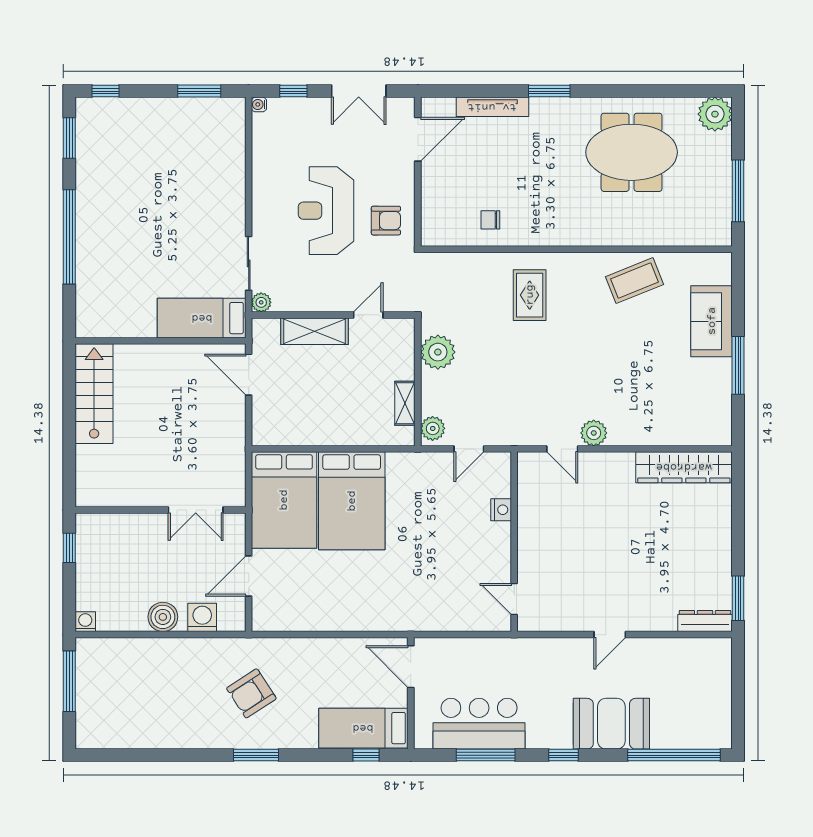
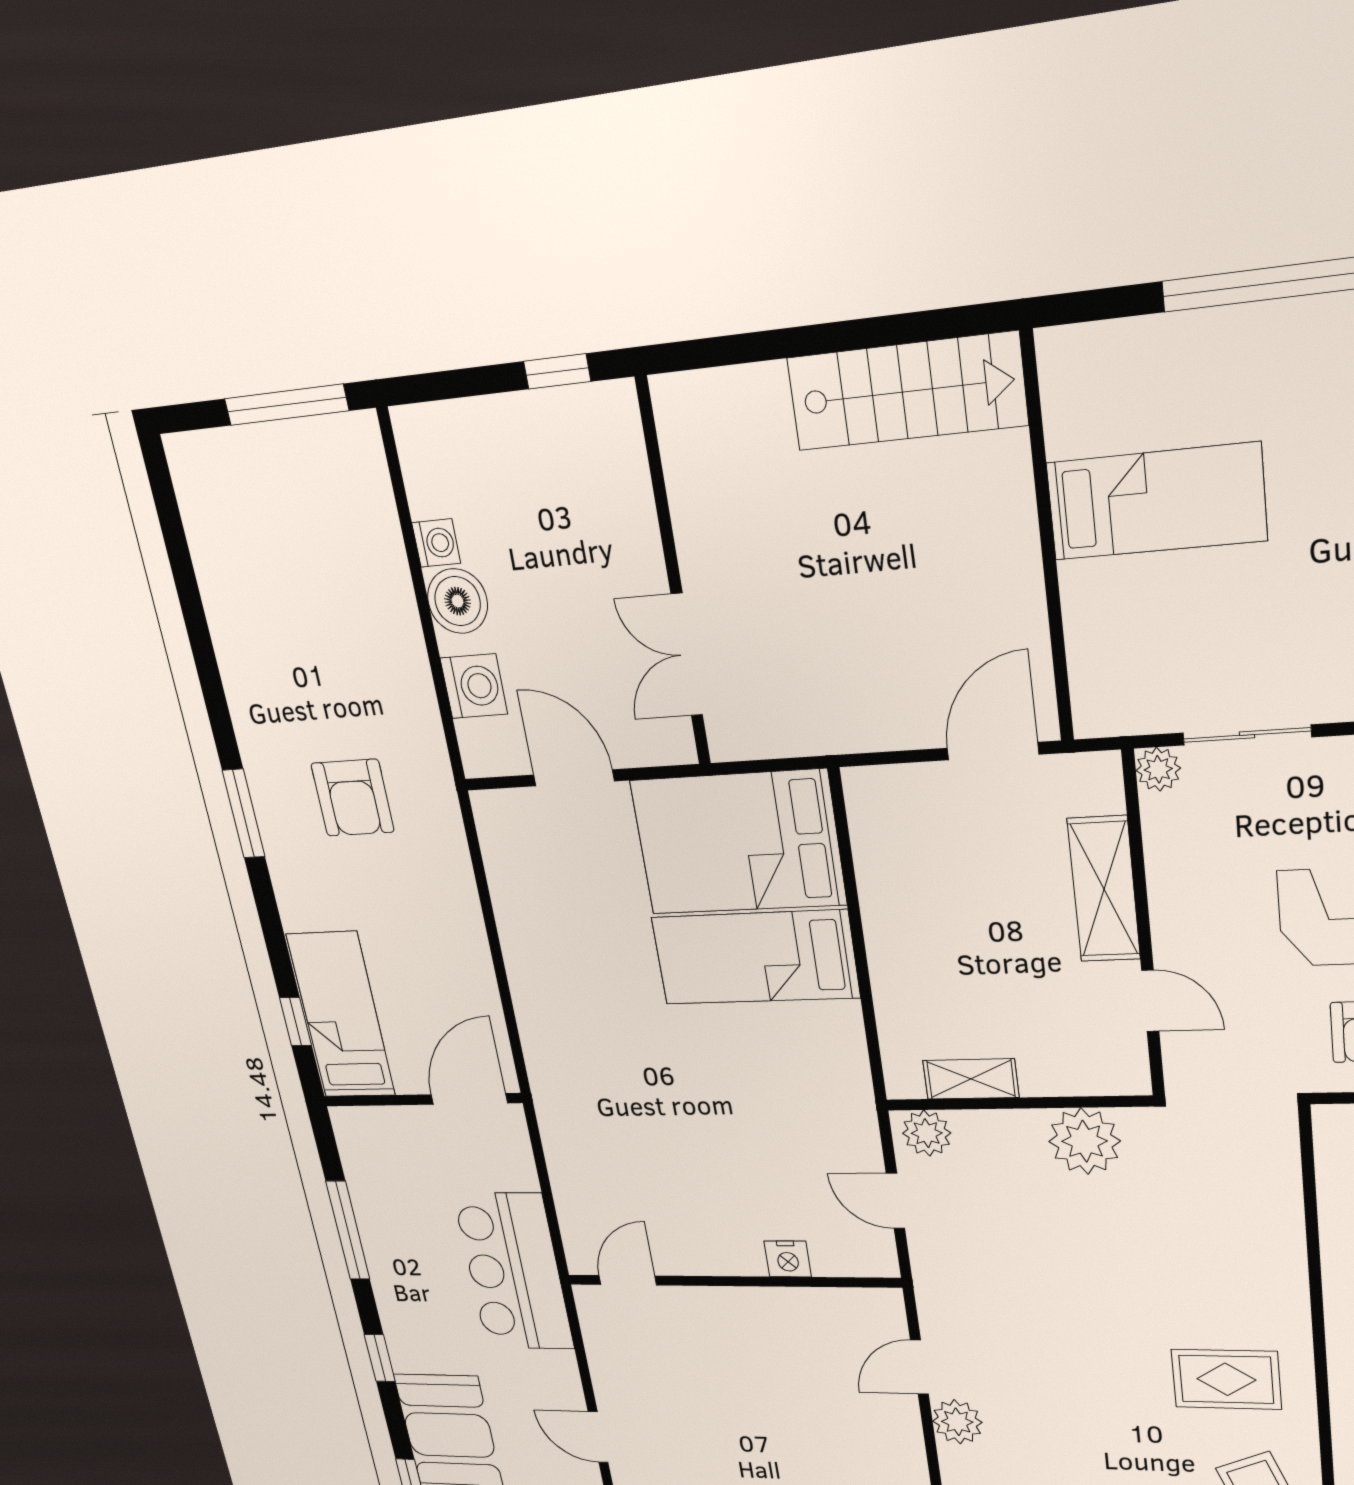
rug: (530, 295) -> (1226, 1379), moved
bed: (202, 318) -> (1156, 502), moved, turned 90
bed: (352, 501) -> (755, 958), width x0.67
washing machine: (85, 622) -> (436, 543), moved
armchair: (251, 693) -> (353, 798), turned -147
bar counter: (479, 724) -> (514, 1272), moved, turned 180

